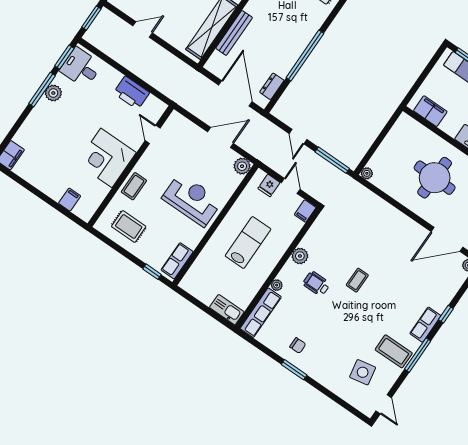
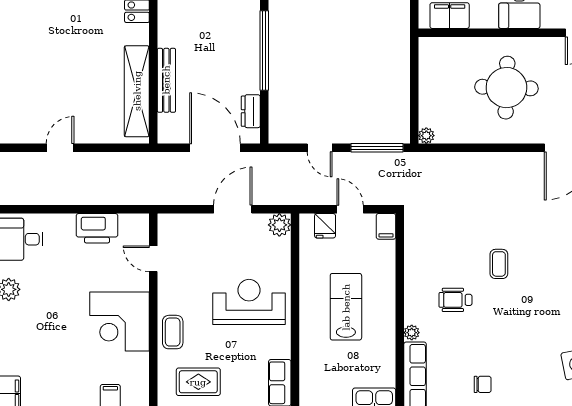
plant: (300, 256) -> (415, 281), removed

